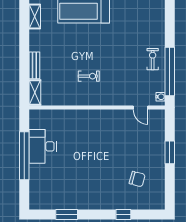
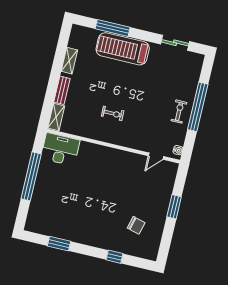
shelving: (35, 16) -> (69, 61), moved
window: (170, 72) -> (198, 107), moved
door: (141, 108) -> (156, 156), hinge flipped
desk: (43, 146) -> (60, 149), moved, turned 90

